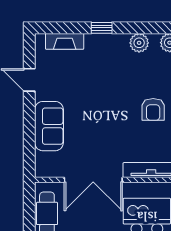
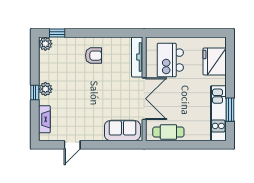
plant: (139, 43) -> (45, 89), moved
sofa: (49, 126) -> (122, 131), moved

